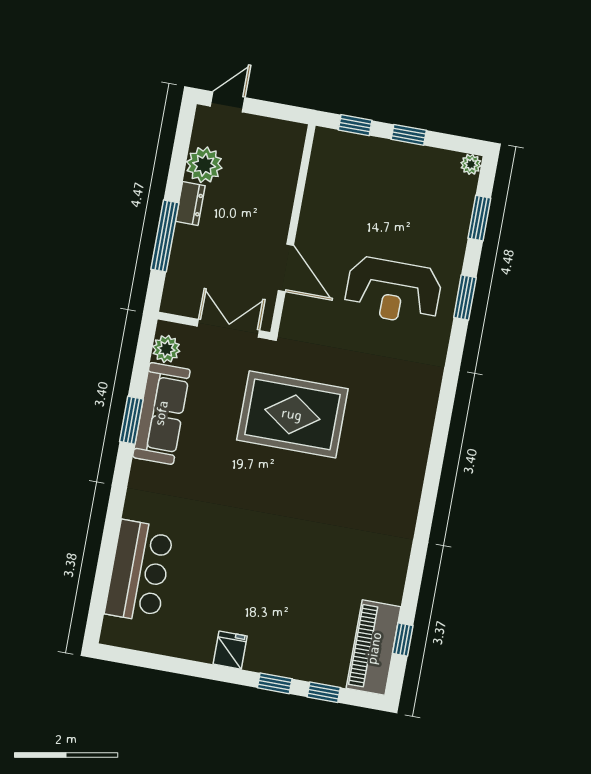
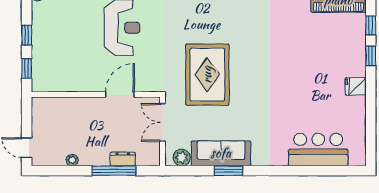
plant: (204, 165) -> (72, 160), width x0.53, depth x0.53
dresser: (190, 204) -> (123, 159), moved

